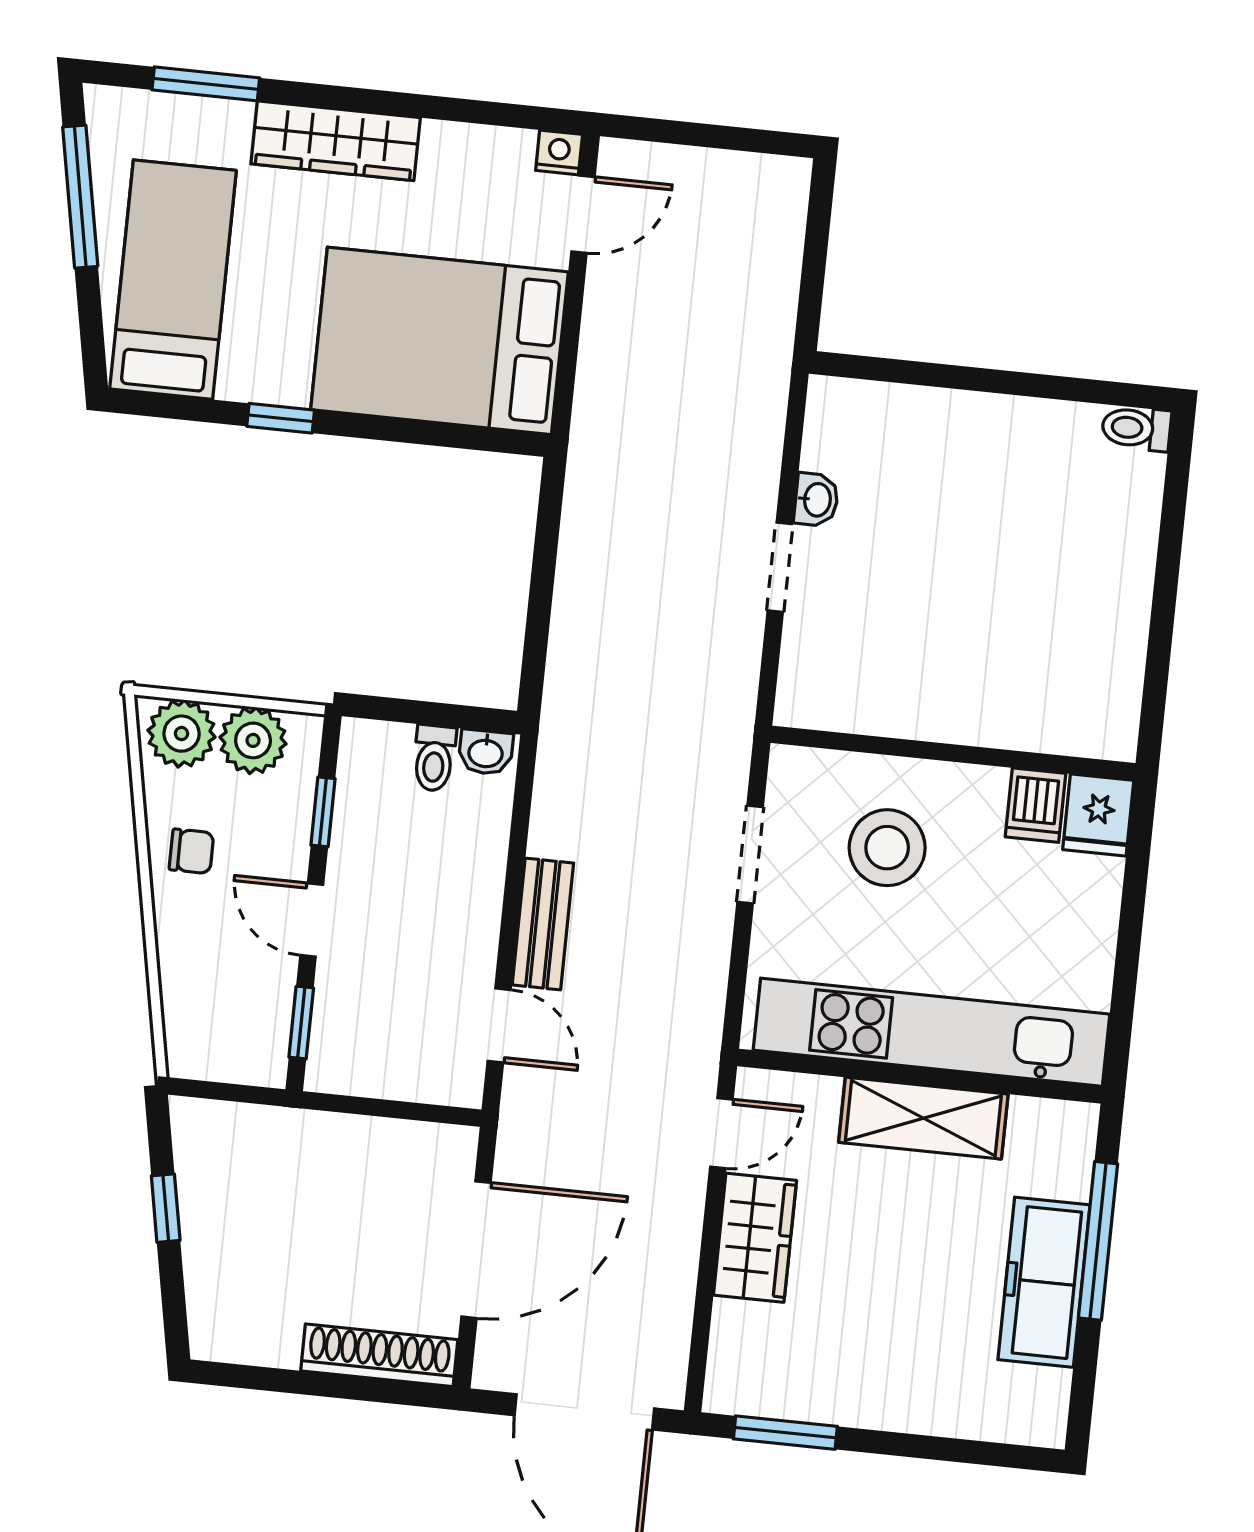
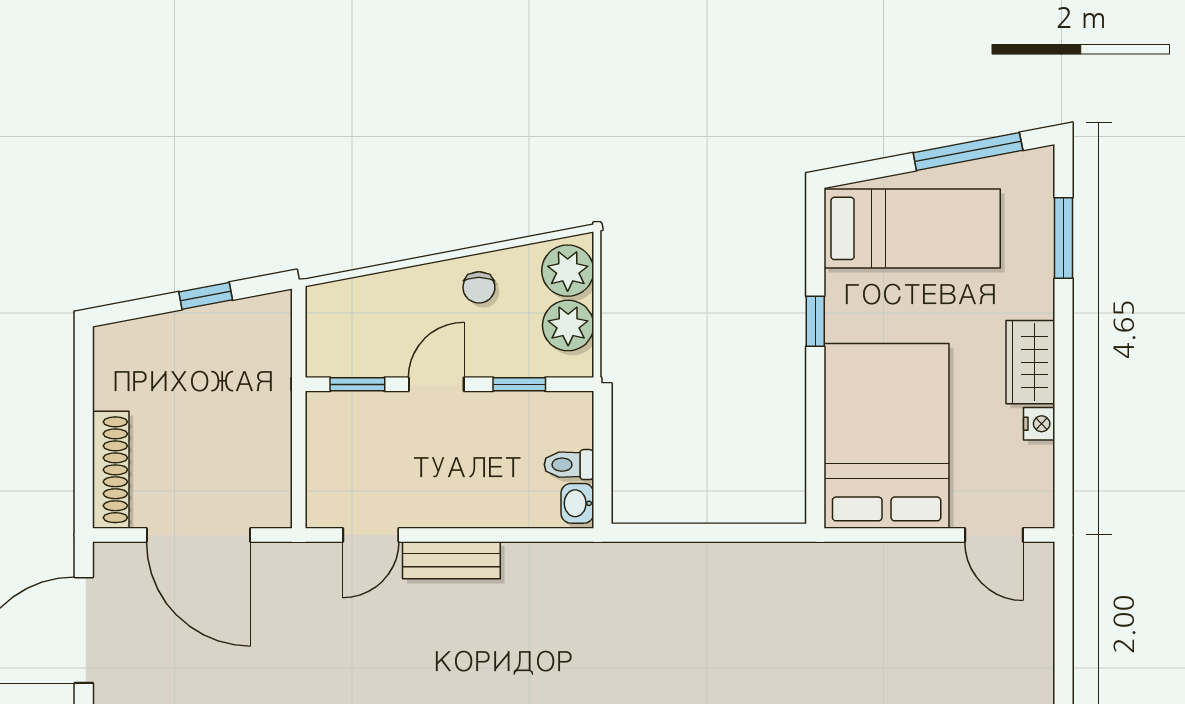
wardrobe: (336, 141) -> (1030, 362), width x0.67
nightstand: (559, 152) -> (1039, 424), moved

